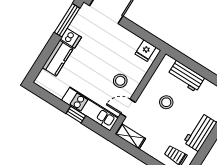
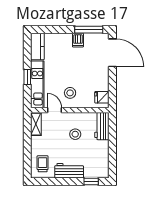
kitchen counter: (58, 58) -> (37, 47), moved, turned -90
workbench: (186, 76) -> (102, 126), moved

